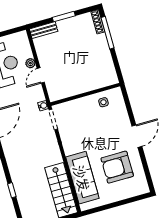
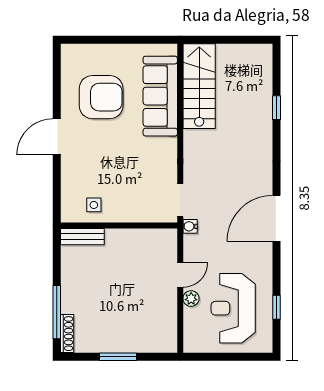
bench: (44, 30) -> (82, 237), moved

